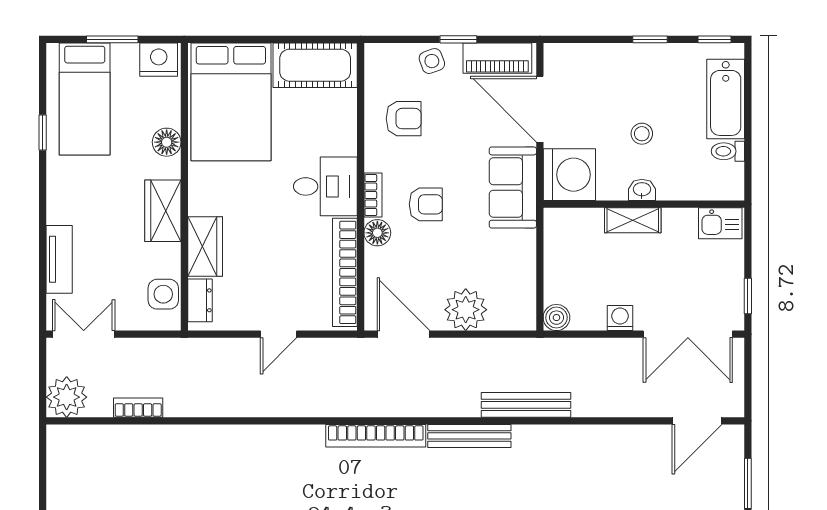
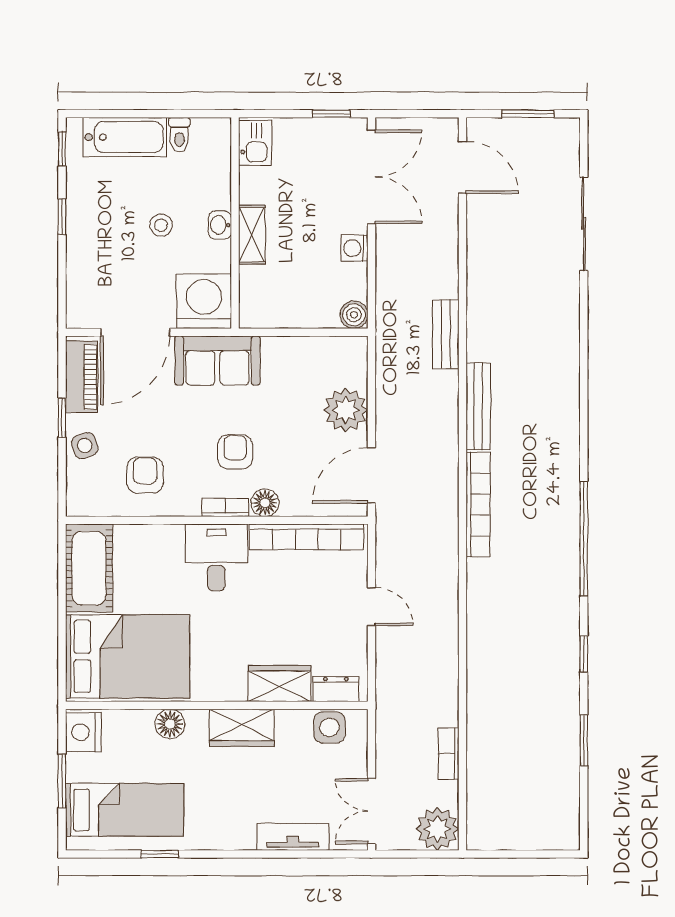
bench: (526, 405) -> (446, 334), width x0.73

